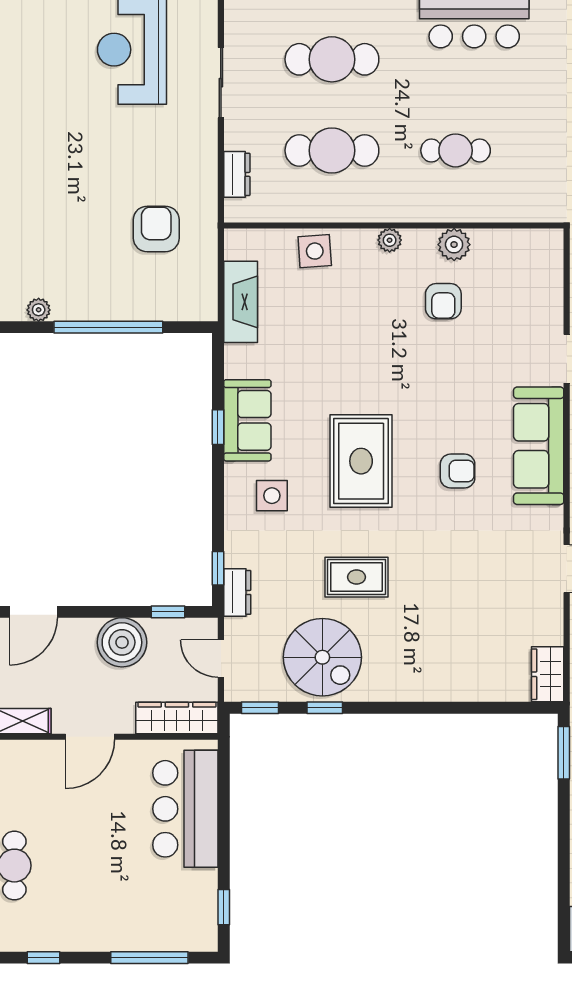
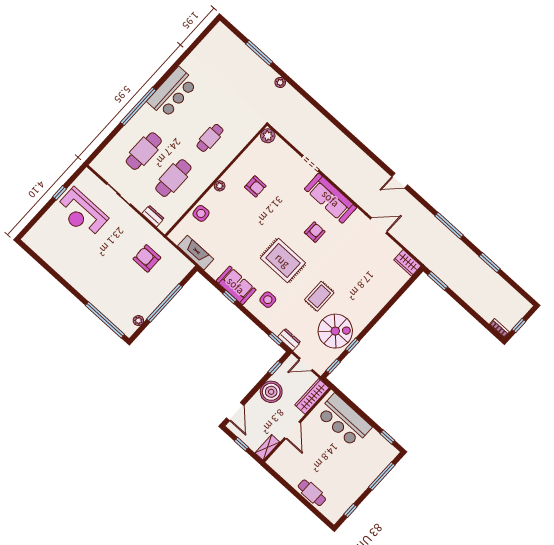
plant: (454, 245) -> (268, 136), moved

